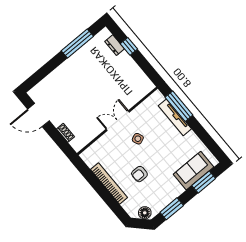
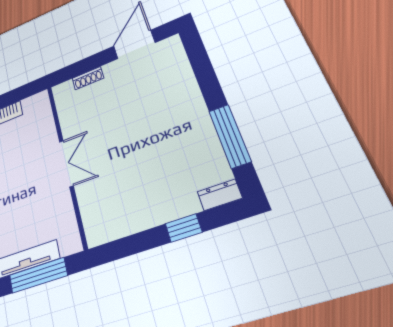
dresser: (115, 45) -> (220, 195), moved
side table: (138, 139) -> (24, 186), removed

